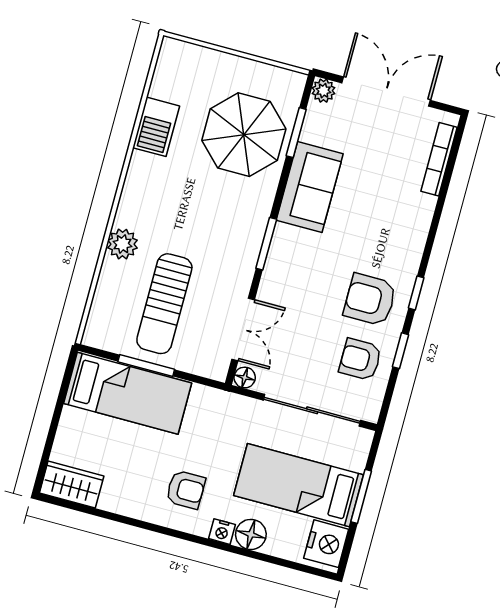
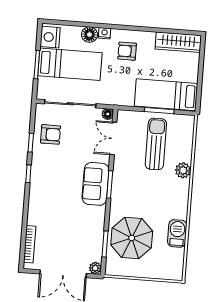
sofa: (310, 187) -> (96, 184), moved
armchair: (370, 300) -> (51, 166), removed
wardrobe: (72, 484) -> (178, 42), width x1.50

